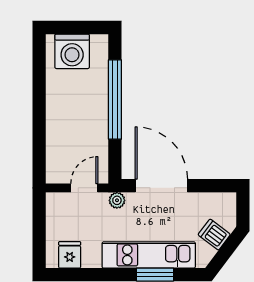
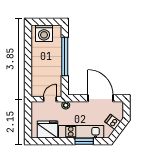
door: (161, 186) -> (100, 98), moved
fridge: (70, 255) -> (48, 129), width x1.88, depth x1.34

